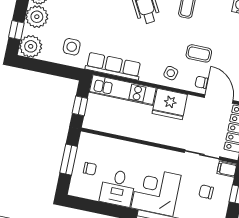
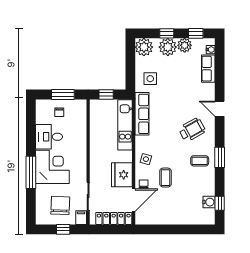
window: (16, 30) -> (167, 33), moved
fridge: (170, 104) -> (122, 175), moved
chair: (206, 192) -> (60, 205), width x1.87, depth x1.87

